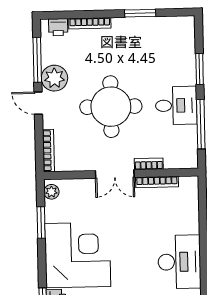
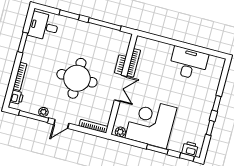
plant: (54, 78) -> (43, 112), width x0.53, depth x0.53
desk: (176, 106) -> (44, 26), moved, turned -90
window: (41, 222) -> (157, 149), moved
corner desk: (78, 255) -> (151, 123), moved

